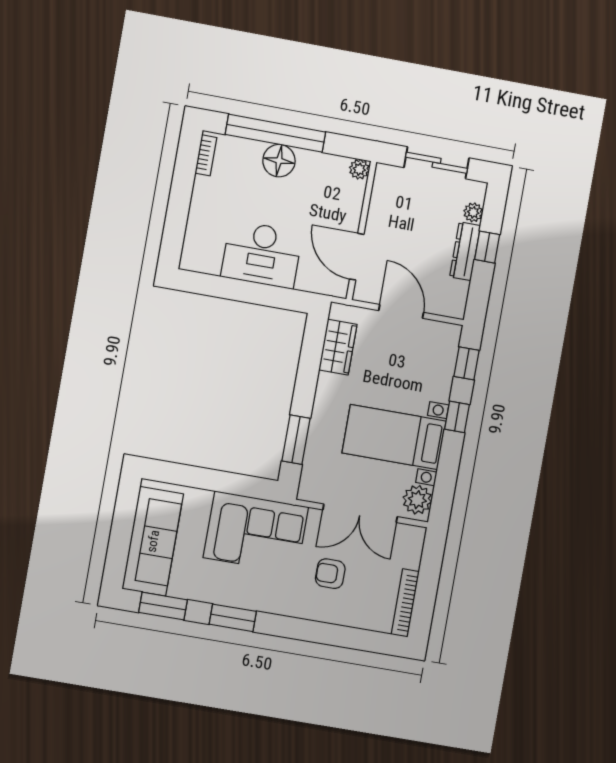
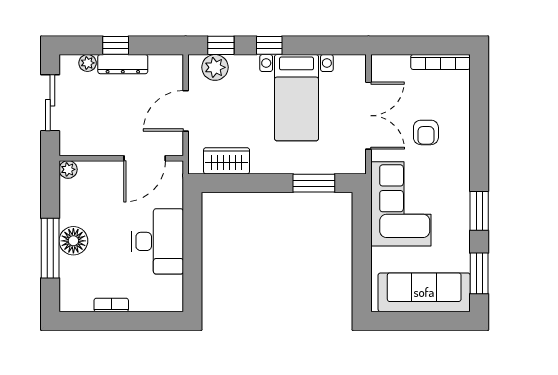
window: (275, 133) -> (50, 248), width x0.68
bookcase: (206, 155) -> (111, 305), moved
plant: (417, 500) -> (215, 67), moved

